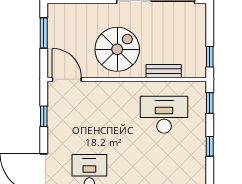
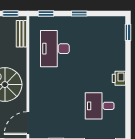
bench: (164, 71) -> (22, 34), moved

